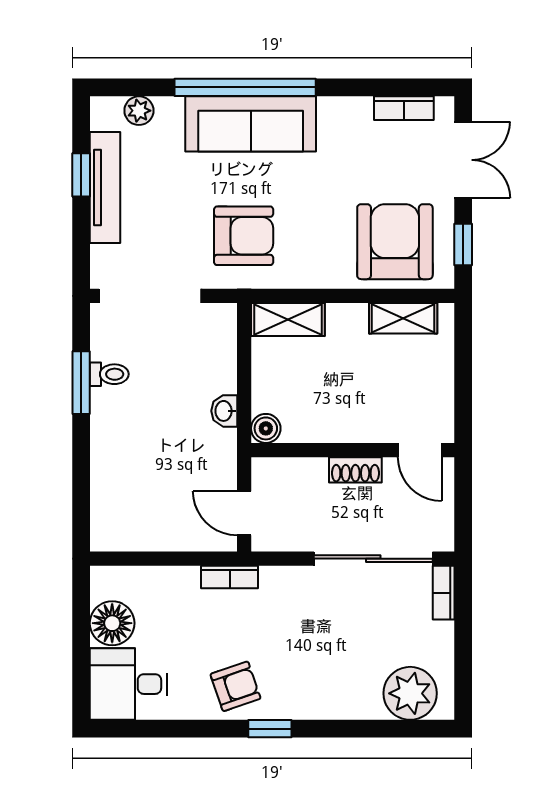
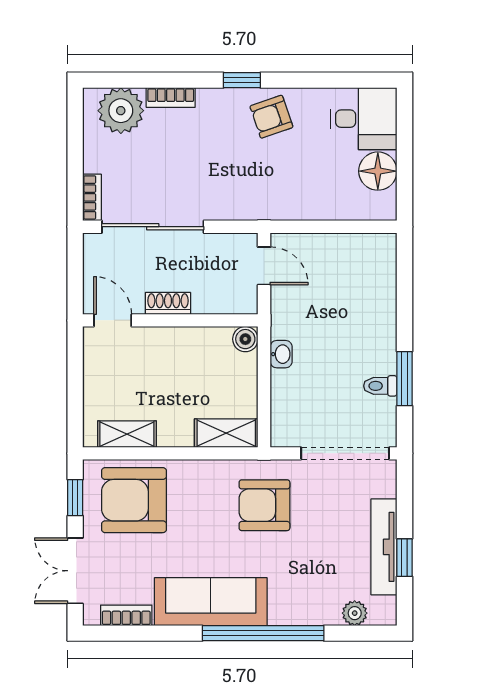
sofa: (251, 124) -> (211, 602), moved
armchair: (395, 242) -> (134, 500), turned 90
bookcase: (230, 577) -> (171, 98), moved, turned 180

